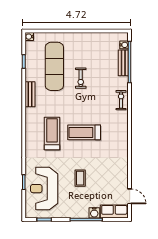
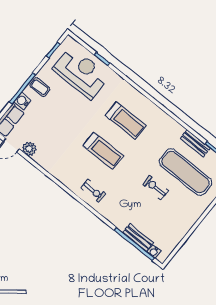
bench: (30, 94) -> (195, 143), moved
exercise bike: (121, 100) -> (93, 191), moved
treadmill: (84, 132) -> (103, 151), turned 90
coffee table: (80, 178) -> (40, 87), moved
plant: (122, 183) -> (29, 149), added

